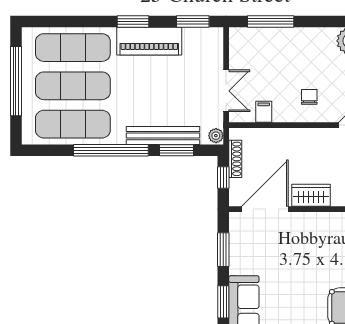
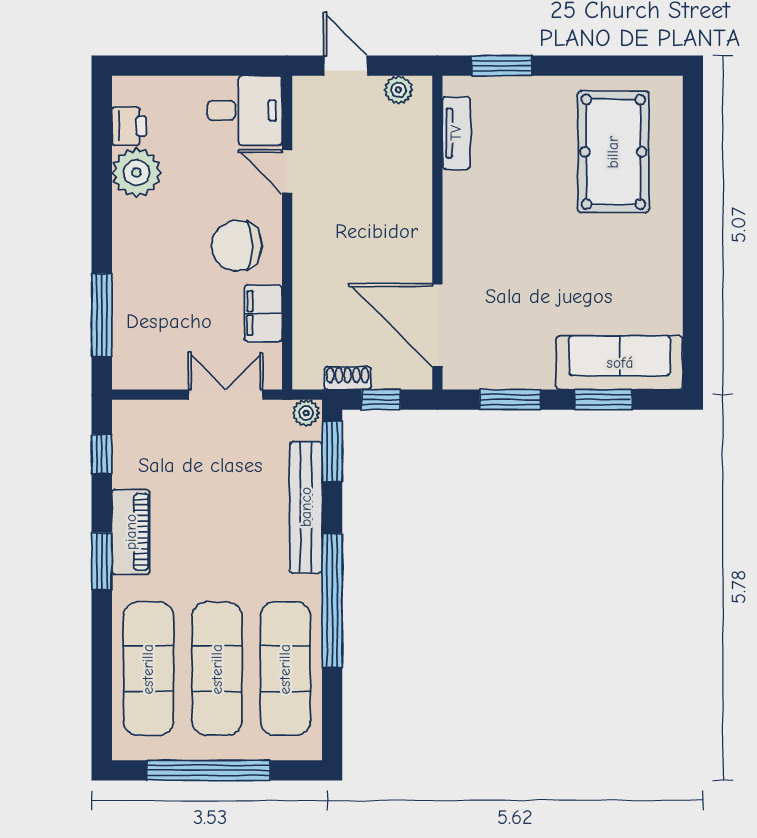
window: (193, 21) -> (102, 454), width x0.67
piano: (149, 41) -> (131, 532), width x0.73, depth x0.75
chair: (309, 97) -> (237, 246), width x1.87, depth x1.87
filing cabinet: (264, 112) -> (263, 313), width x2.00
window: (176, 150) -> (332, 451), moved
shoe rack: (235, 159) -> (348, 378), width x0.70
wardrobe: (311, 195) -> (412, 243), removed

